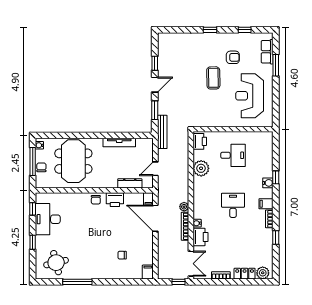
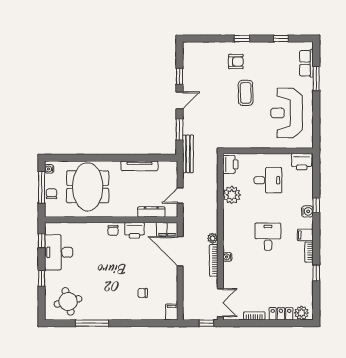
armchair: (233, 57) -> (236, 62), moved
filing cabinet: (148, 199) -> (167, 229), width x2.00
printer: (200, 237) -> (302, 162), moved, turned 90

